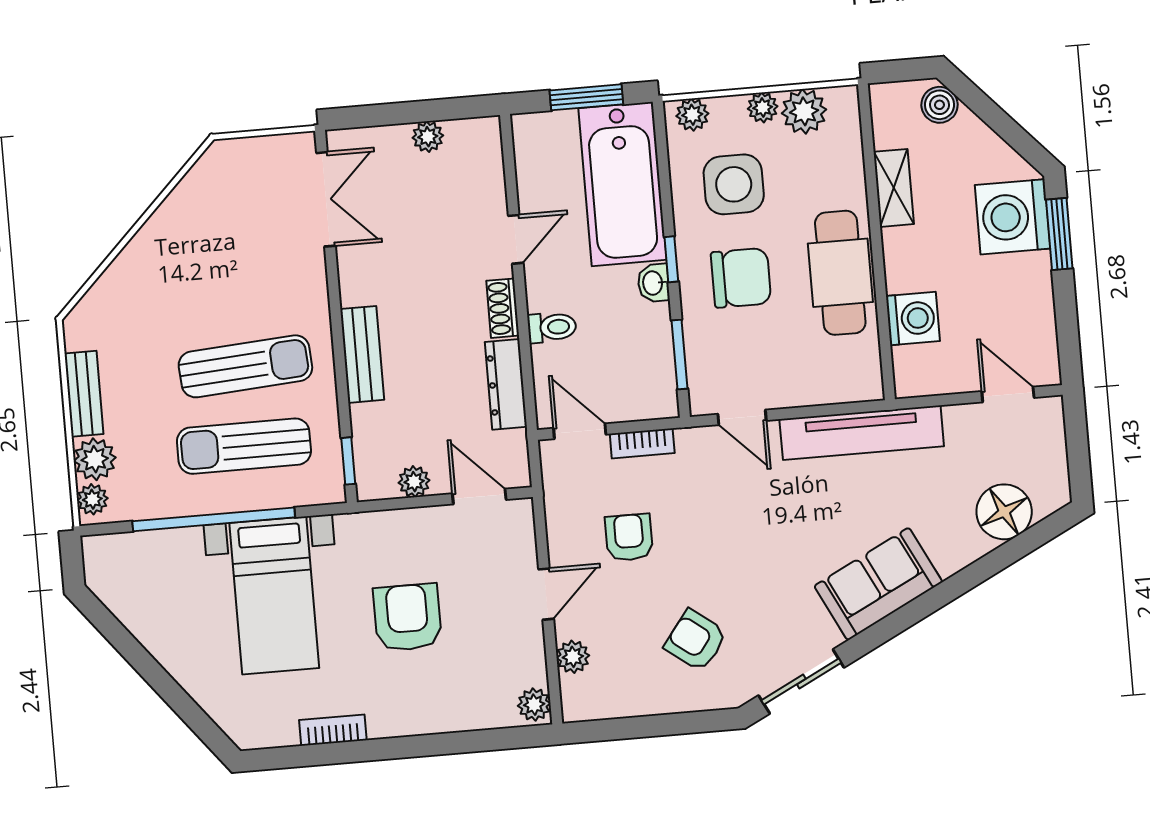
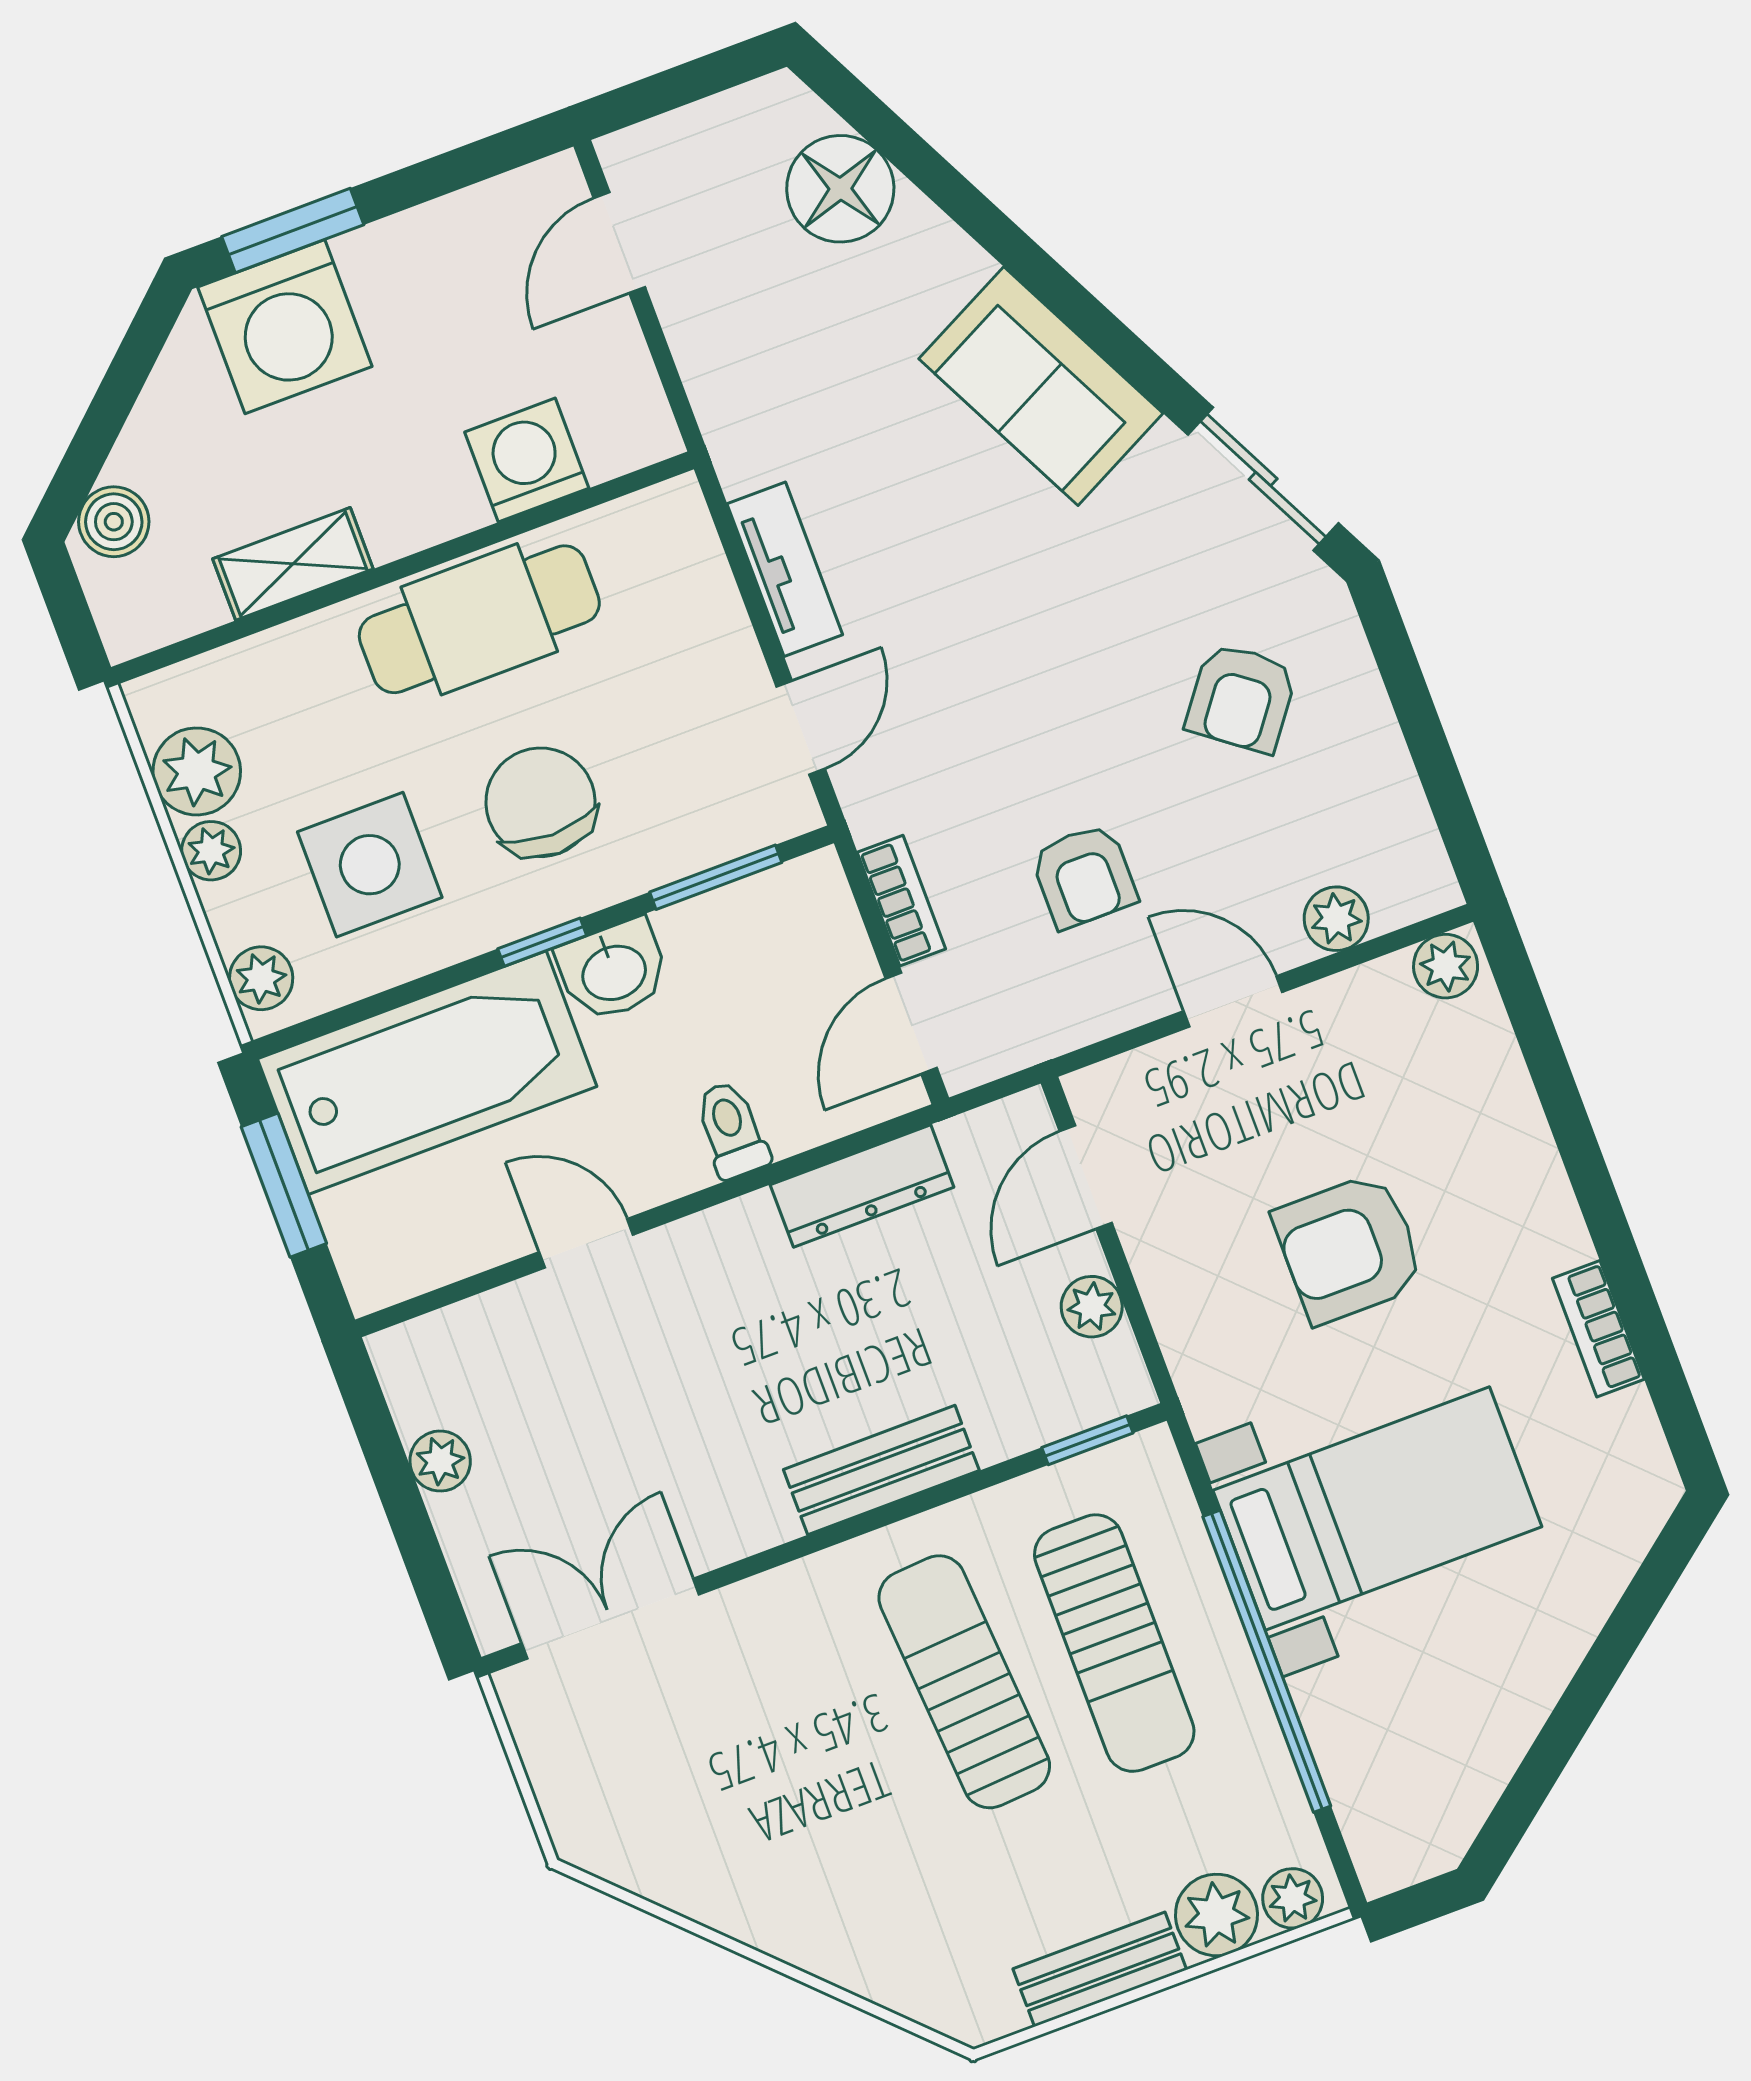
washbasin: (653, 283) -> (613, 971), width x1.38, depth x1.45
shoe rack: (503, 308) -> (721, 1232), removed
tv unit: (862, 433) -> (785, 569), width x0.52, depth x0.78
armchair: (629, 537) -> (1084, 876), turned -90

